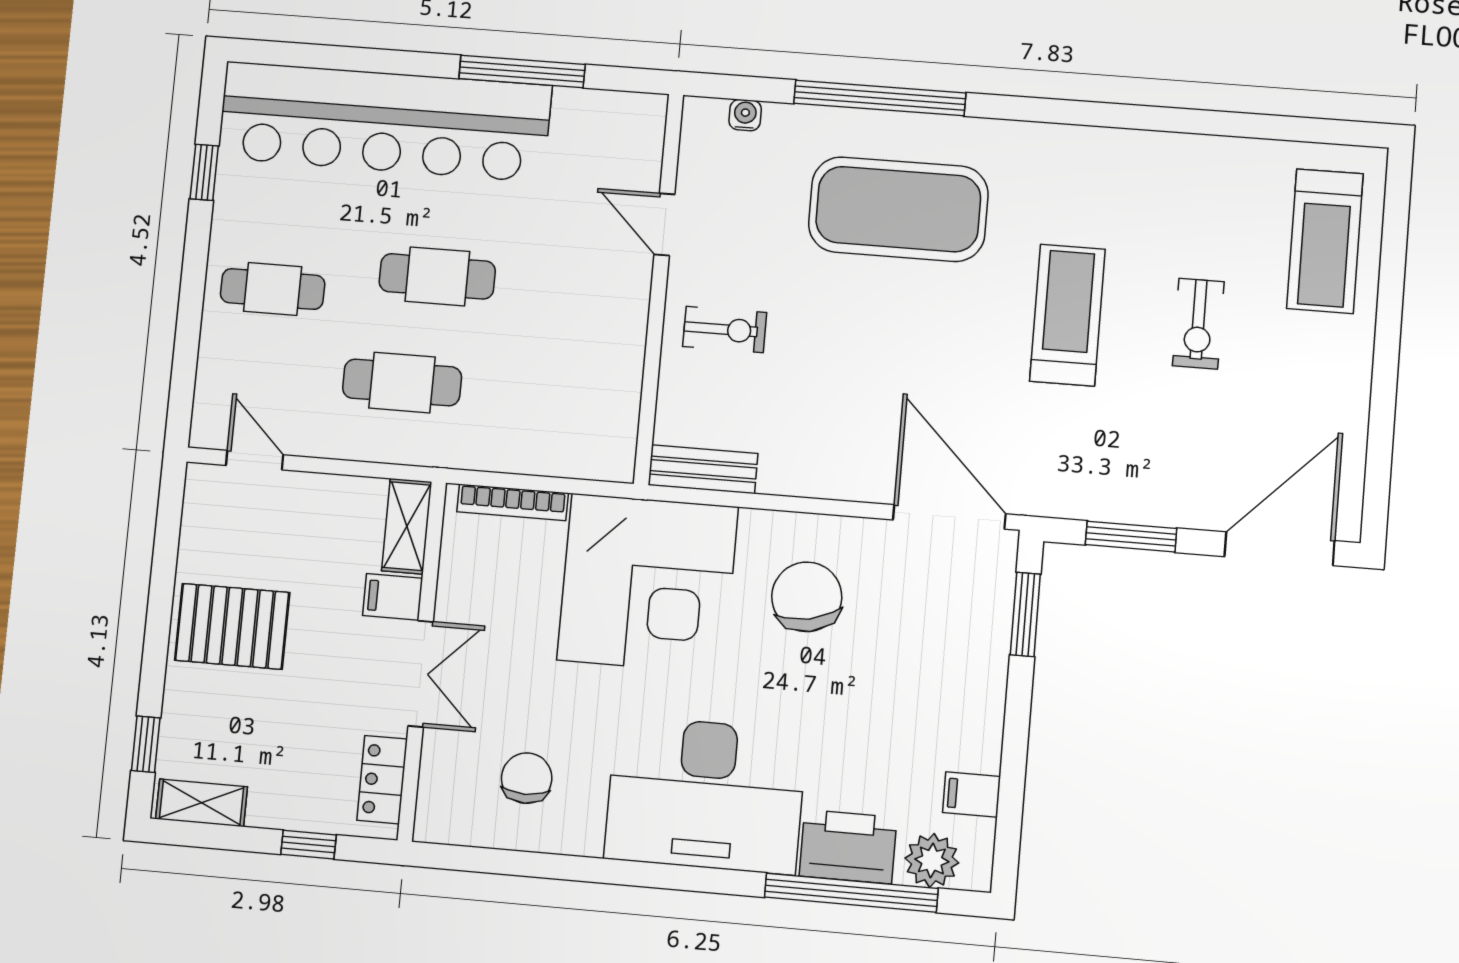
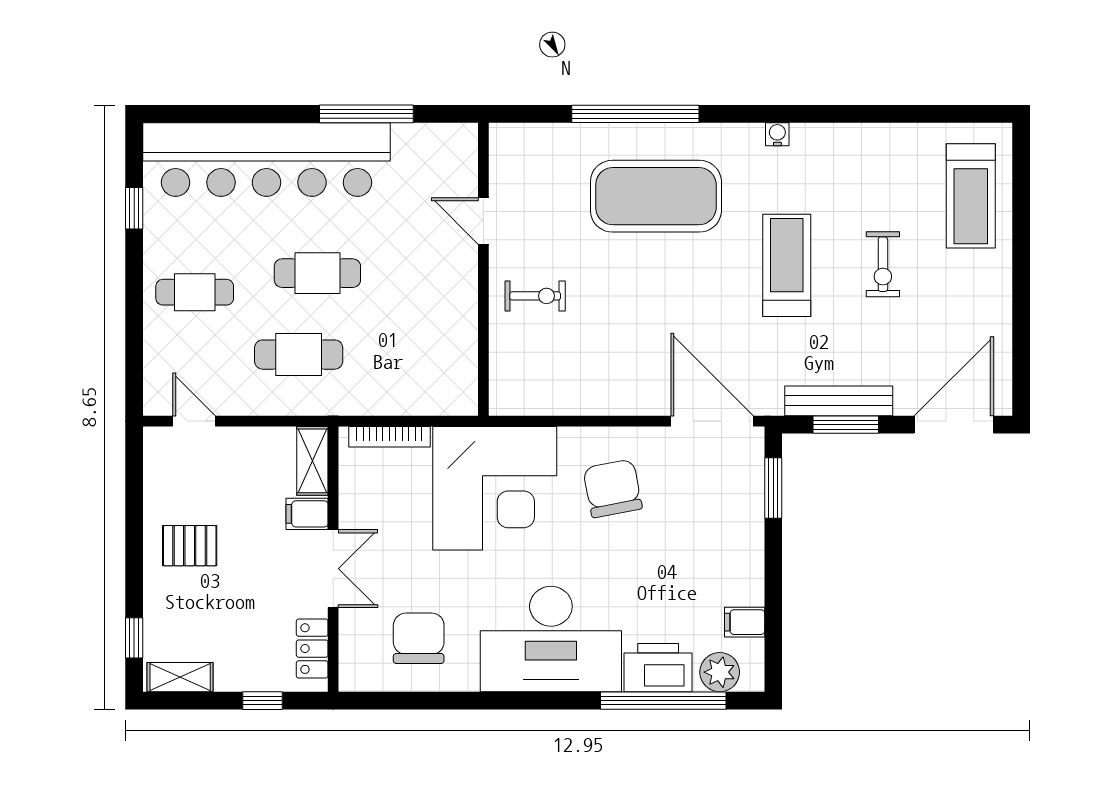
water cooler: (745, 115) -> (777, 134), moved
bench: (703, 469) -> (839, 401), moved, width x1.36
pallet: (232, 626) -> (190, 546), width x0.67, depth x0.71
chair: (527, 778) -> (419, 638), width x1.37, depth x1.37

